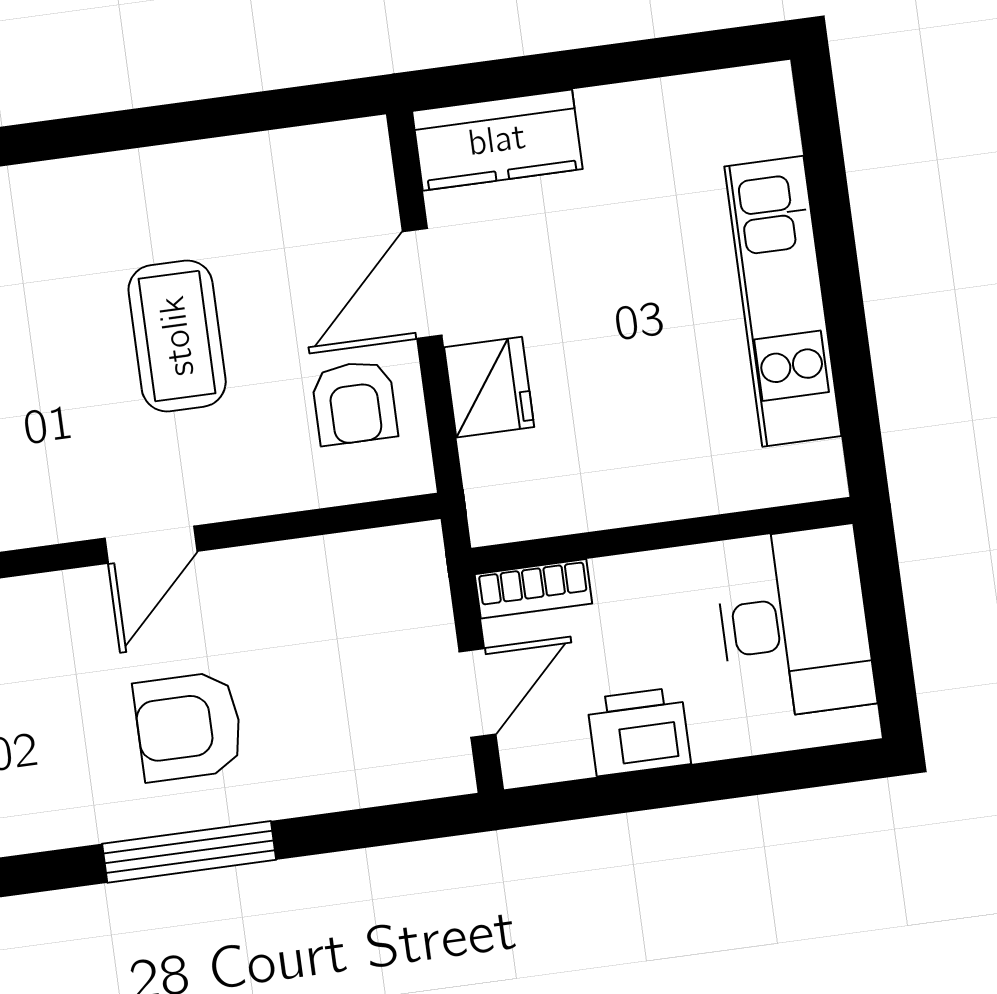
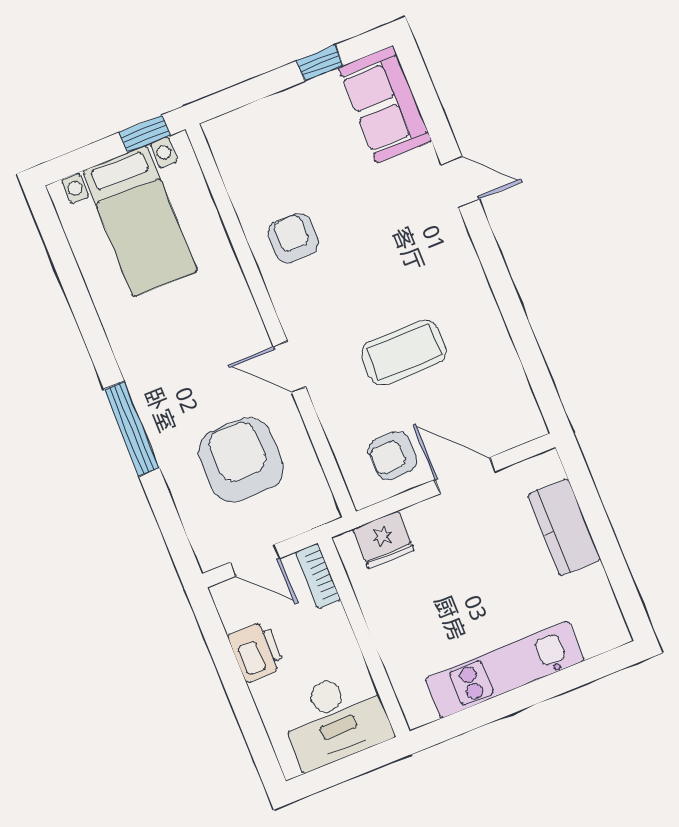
kitchen counter: (497, 140) -> (564, 527), moved
fridge: (489, 387) -> (383, 540), moved
armchair: (189, 726) -> (241, 460), moved, width x1.36, depth x1.36

